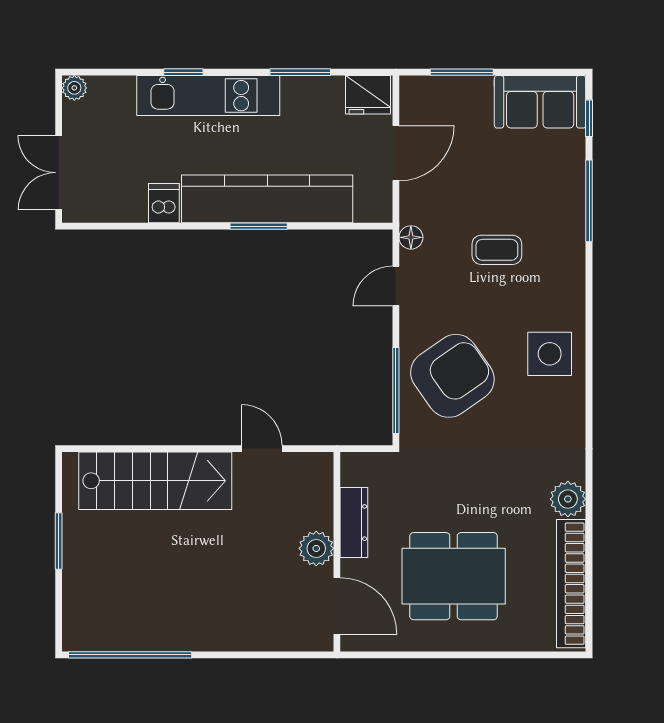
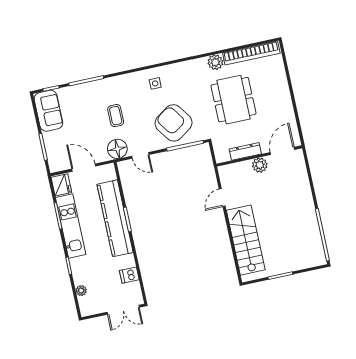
plant: (74, 88) -> (81, 291), moved
kitchen unit: (208, 96) -> (71, 226), moved
dishwasher: (164, 203) -> (129, 275), moved
floor lamp: (411, 237) -> (117, 149), width x1.89, depth x1.89
side table: (550, 354) -> (155, 83), width x0.54, depth x0.54
dining table: (454, 576) -> (233, 100), moved

